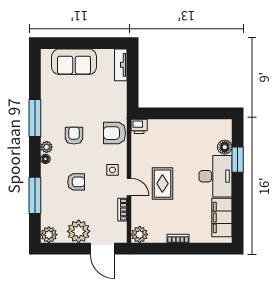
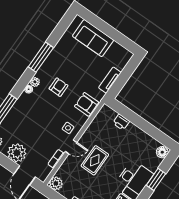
tv unit: (121, 65) -> (110, 80), moved
printer: (139, 126) -> (121, 122), moved
floor lamp: (225, 147) -> (162, 152), moved
armchair: (76, 182) -> (38, 119), removed
door: (129, 187) -> (71, 147), hinge flipped

